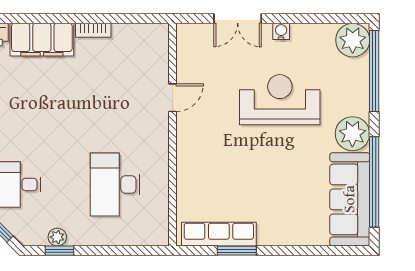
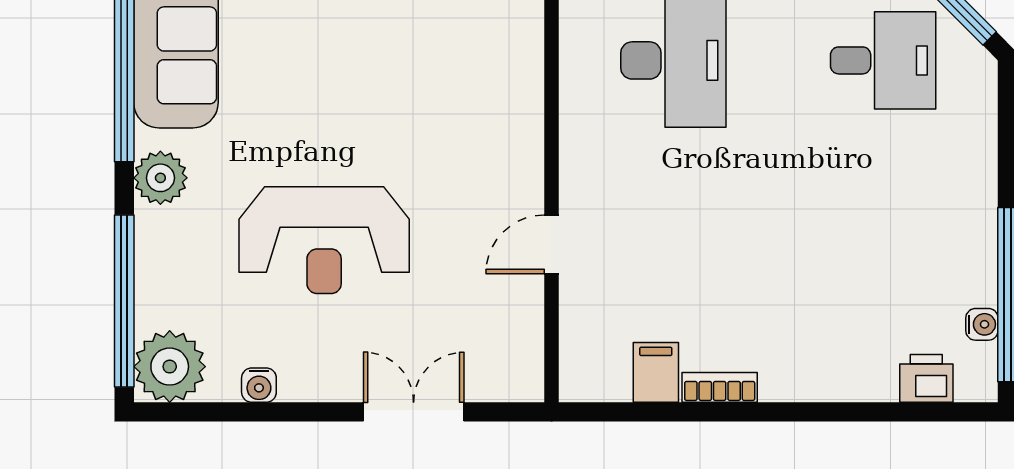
water cooler: (281, 31) -> (259, 385), moved
filing cabinet: (42, 40) -> (656, 372), moved, width x0.33, depth x0.86
plant: (352, 134) -> (160, 178), width x0.73, depth x0.73

